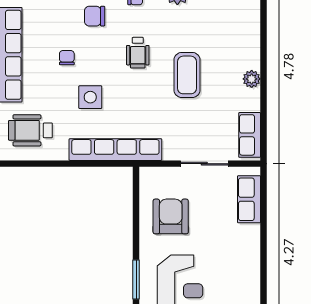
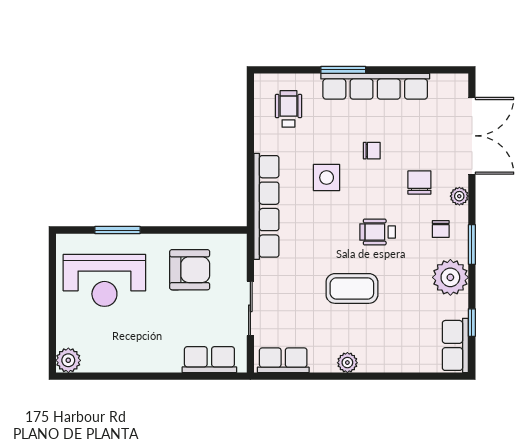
wheelchair: (30, 130) -> (288, 109), width x0.73, depth x0.73

